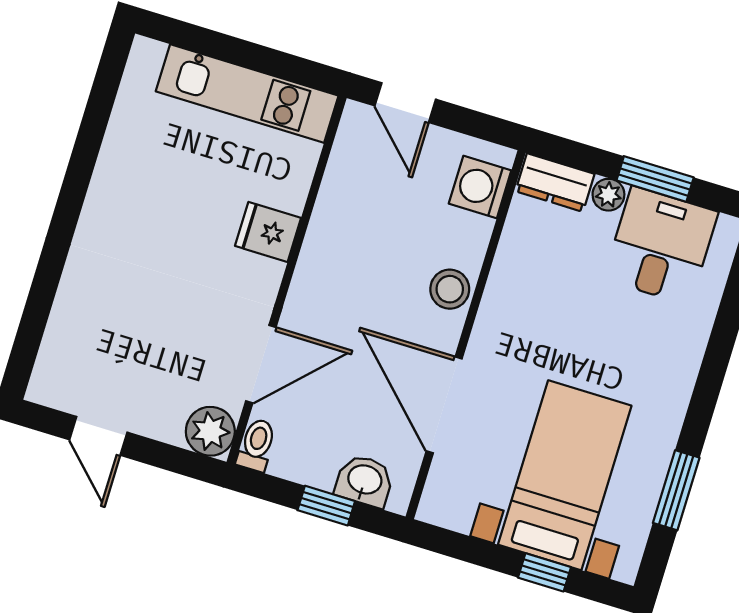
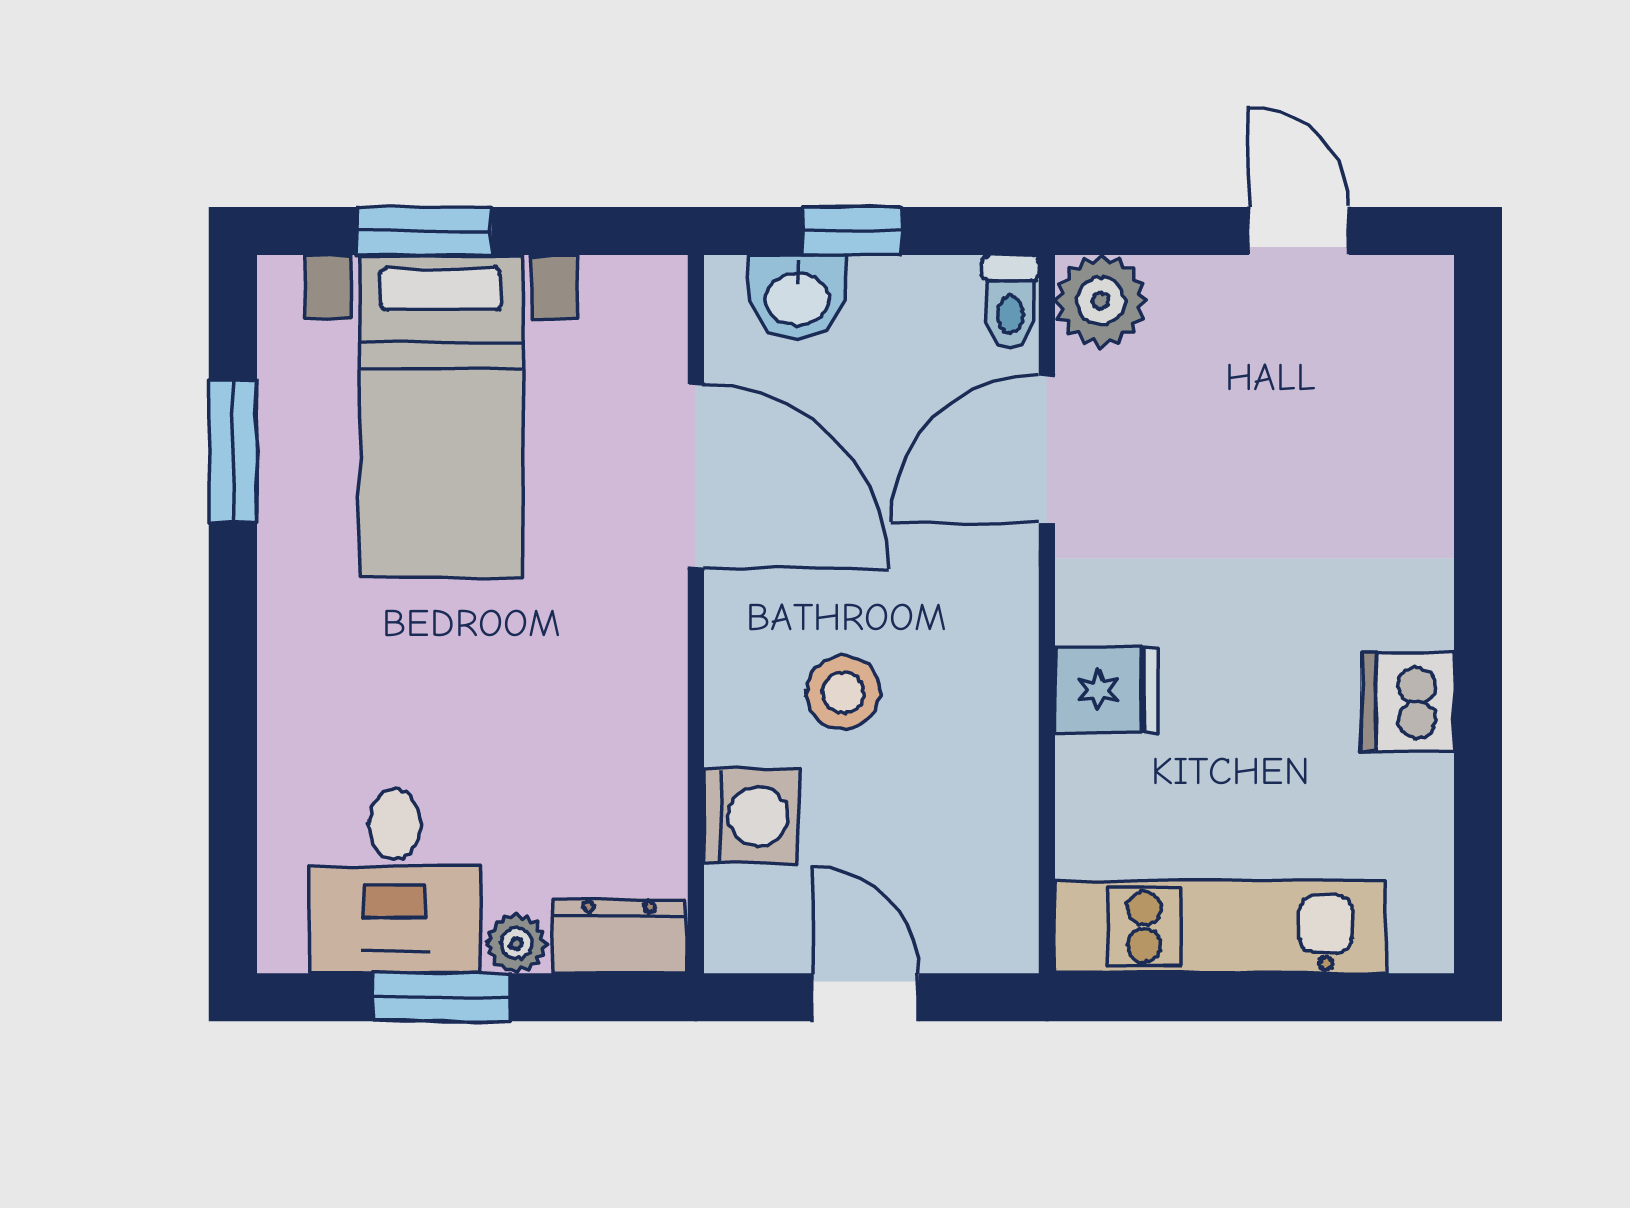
door: (405, 103) -> (865, 997), moved
dishwasher: (116, 179) -> (1408, 702), added
washing machine: (480, 187) -> (751, 816), moved
stool: (450, 289) -> (843, 693), moved
window: (544, 572) -> (424, 231), width x1.50

